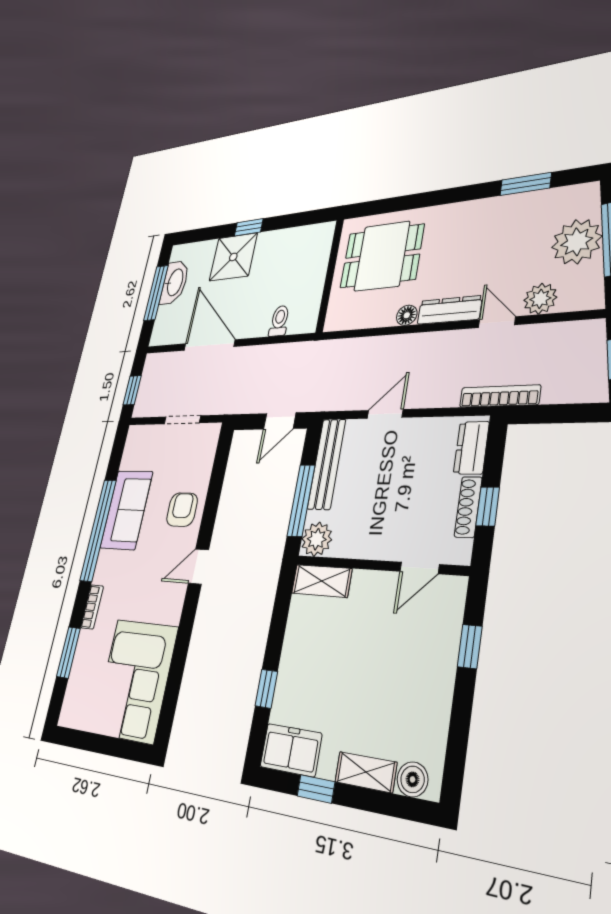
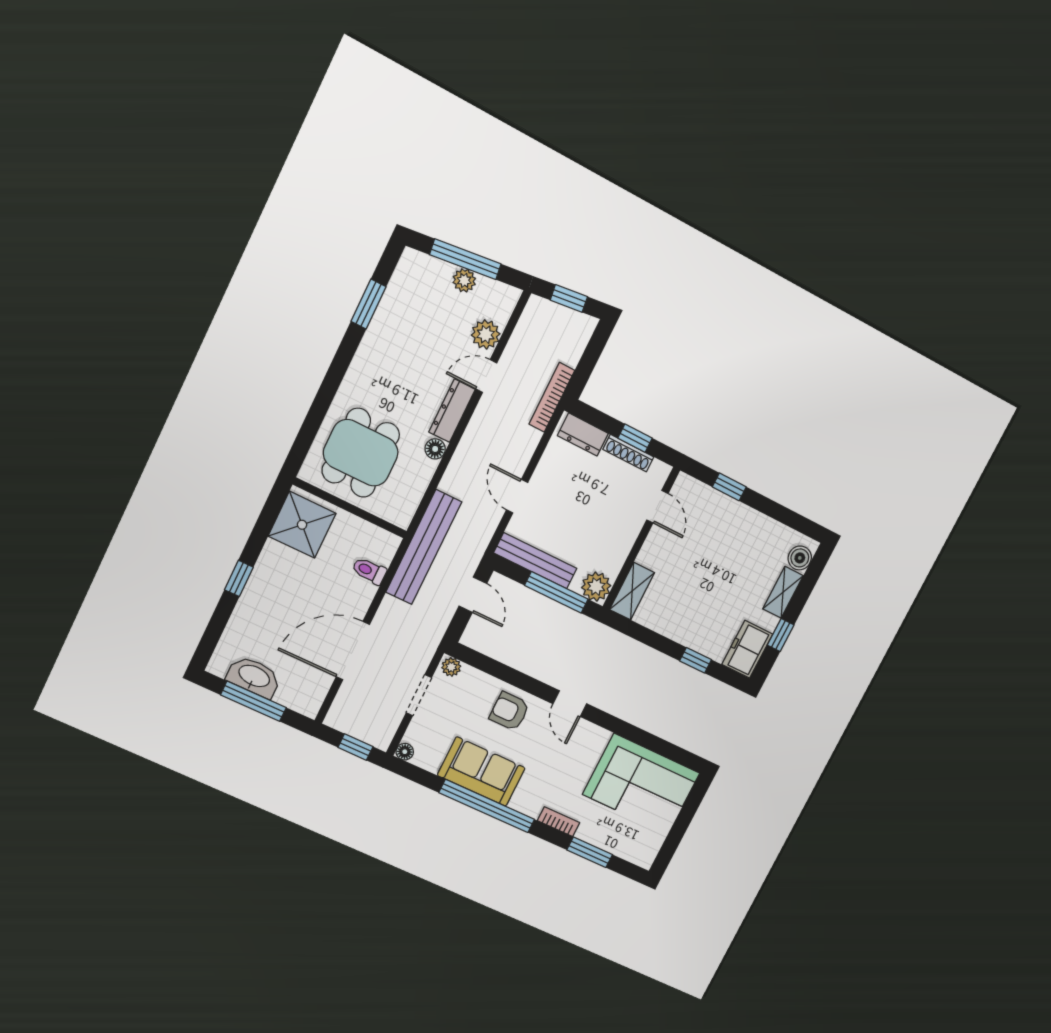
plant: (577, 242) -> (464, 280), width x0.53, depth x0.53
shower: (233, 257) -> (302, 525), moved
bench: (312, 355) -> (424, 547), added
floor lamp: (134, 433) -> (405, 752), added
plant: (211, 435) -> (451, 667), added

